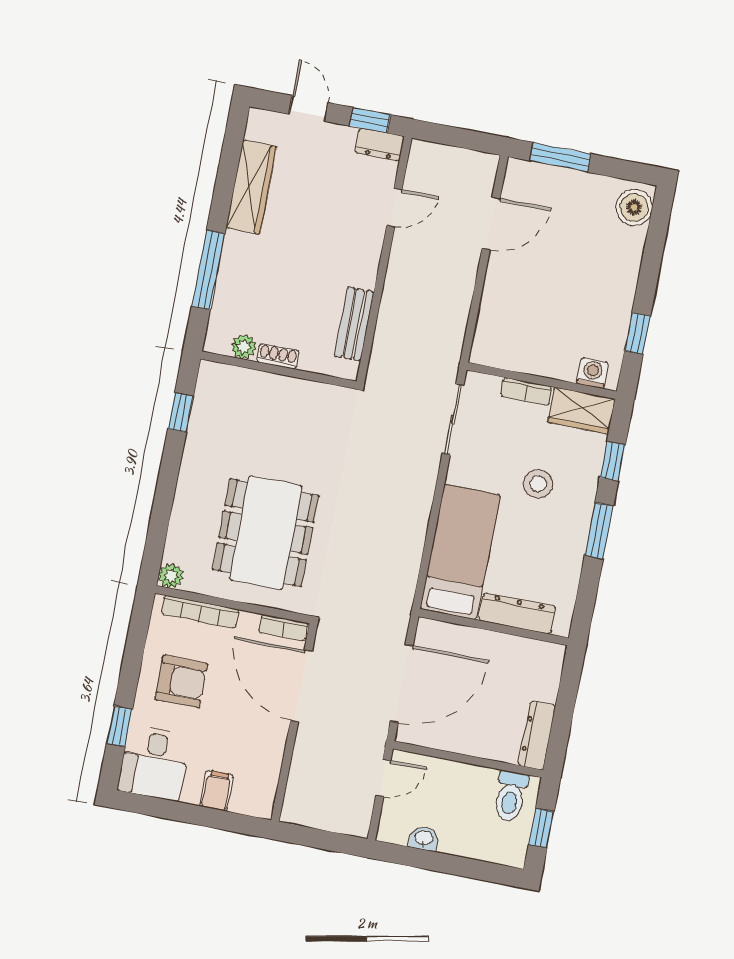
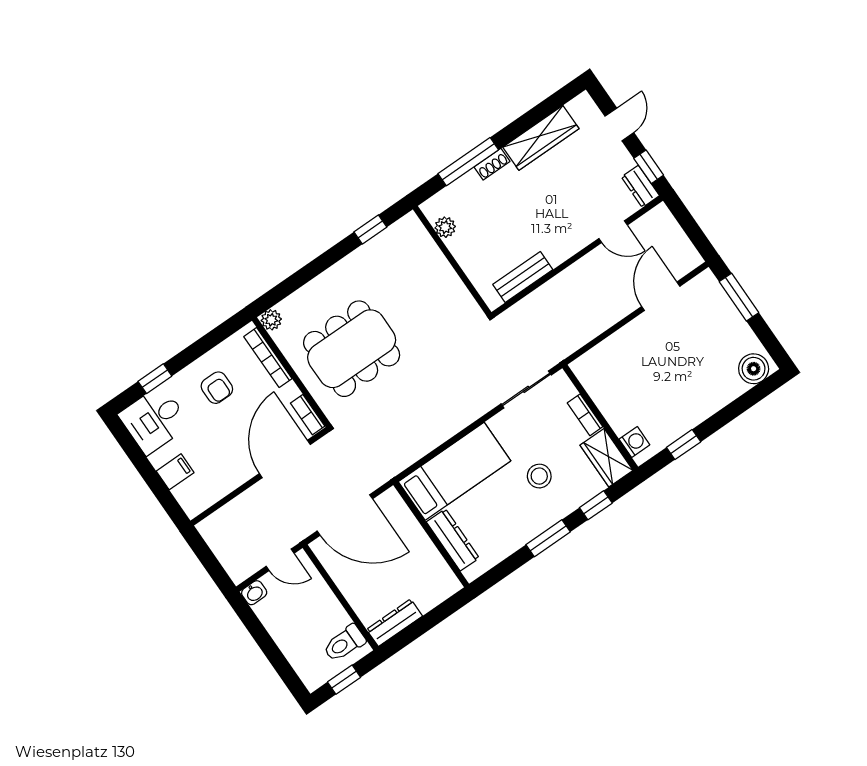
door: (491, 223) -> (661, 296), swing flipped
shoe rack: (278, 356) -> (492, 164), moved, turned 90
armchair: (181, 681) -> (217, 388), width x0.72, depth x0.72
washbasin: (424, 838) -> (254, 593), moved, turned 90

